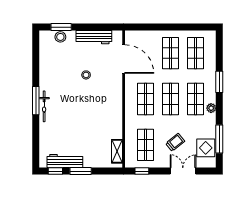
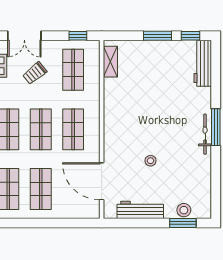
bicycle: (44, 106) -> (205, 134), moved
workbench: (65, 161) -> (203, 63), moved, turned 90

